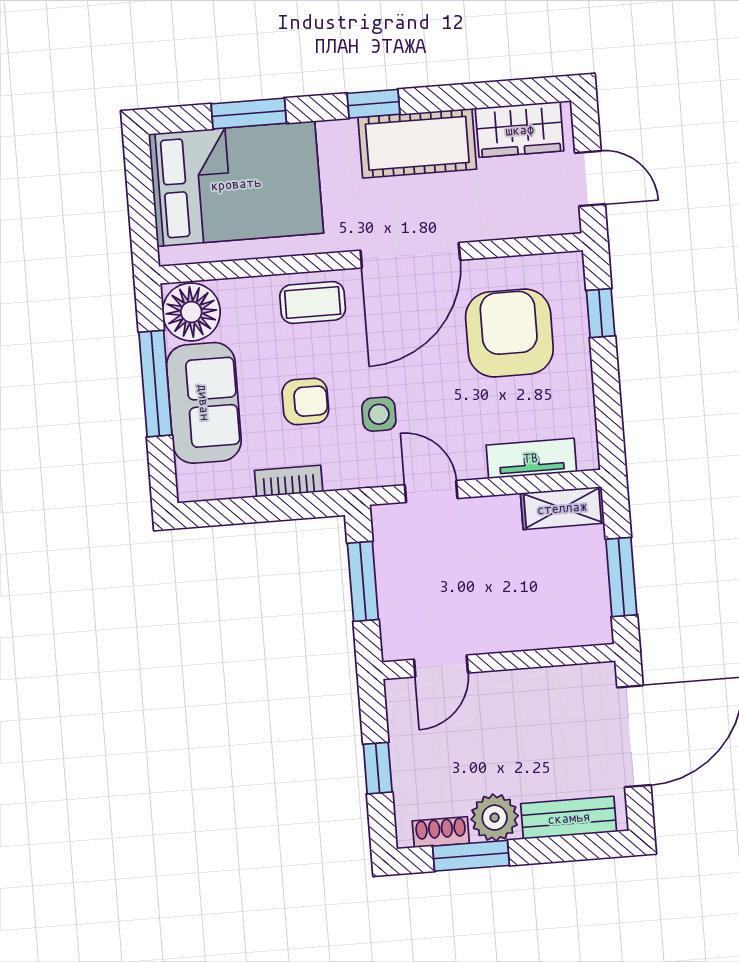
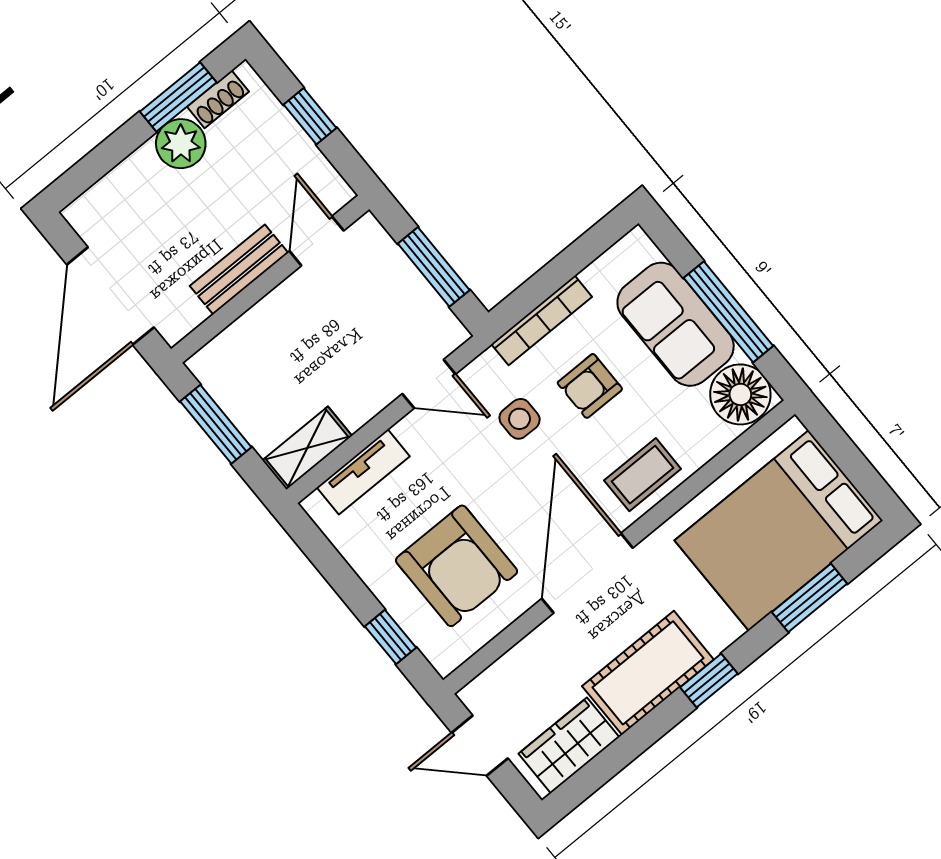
bookcase: (289, 481) -> (542, 320), width x1.56
bench: (569, 818) -> (239, 269), moved

